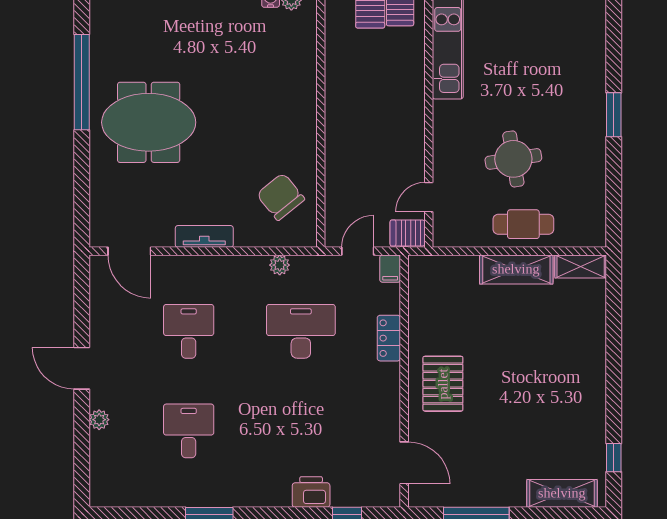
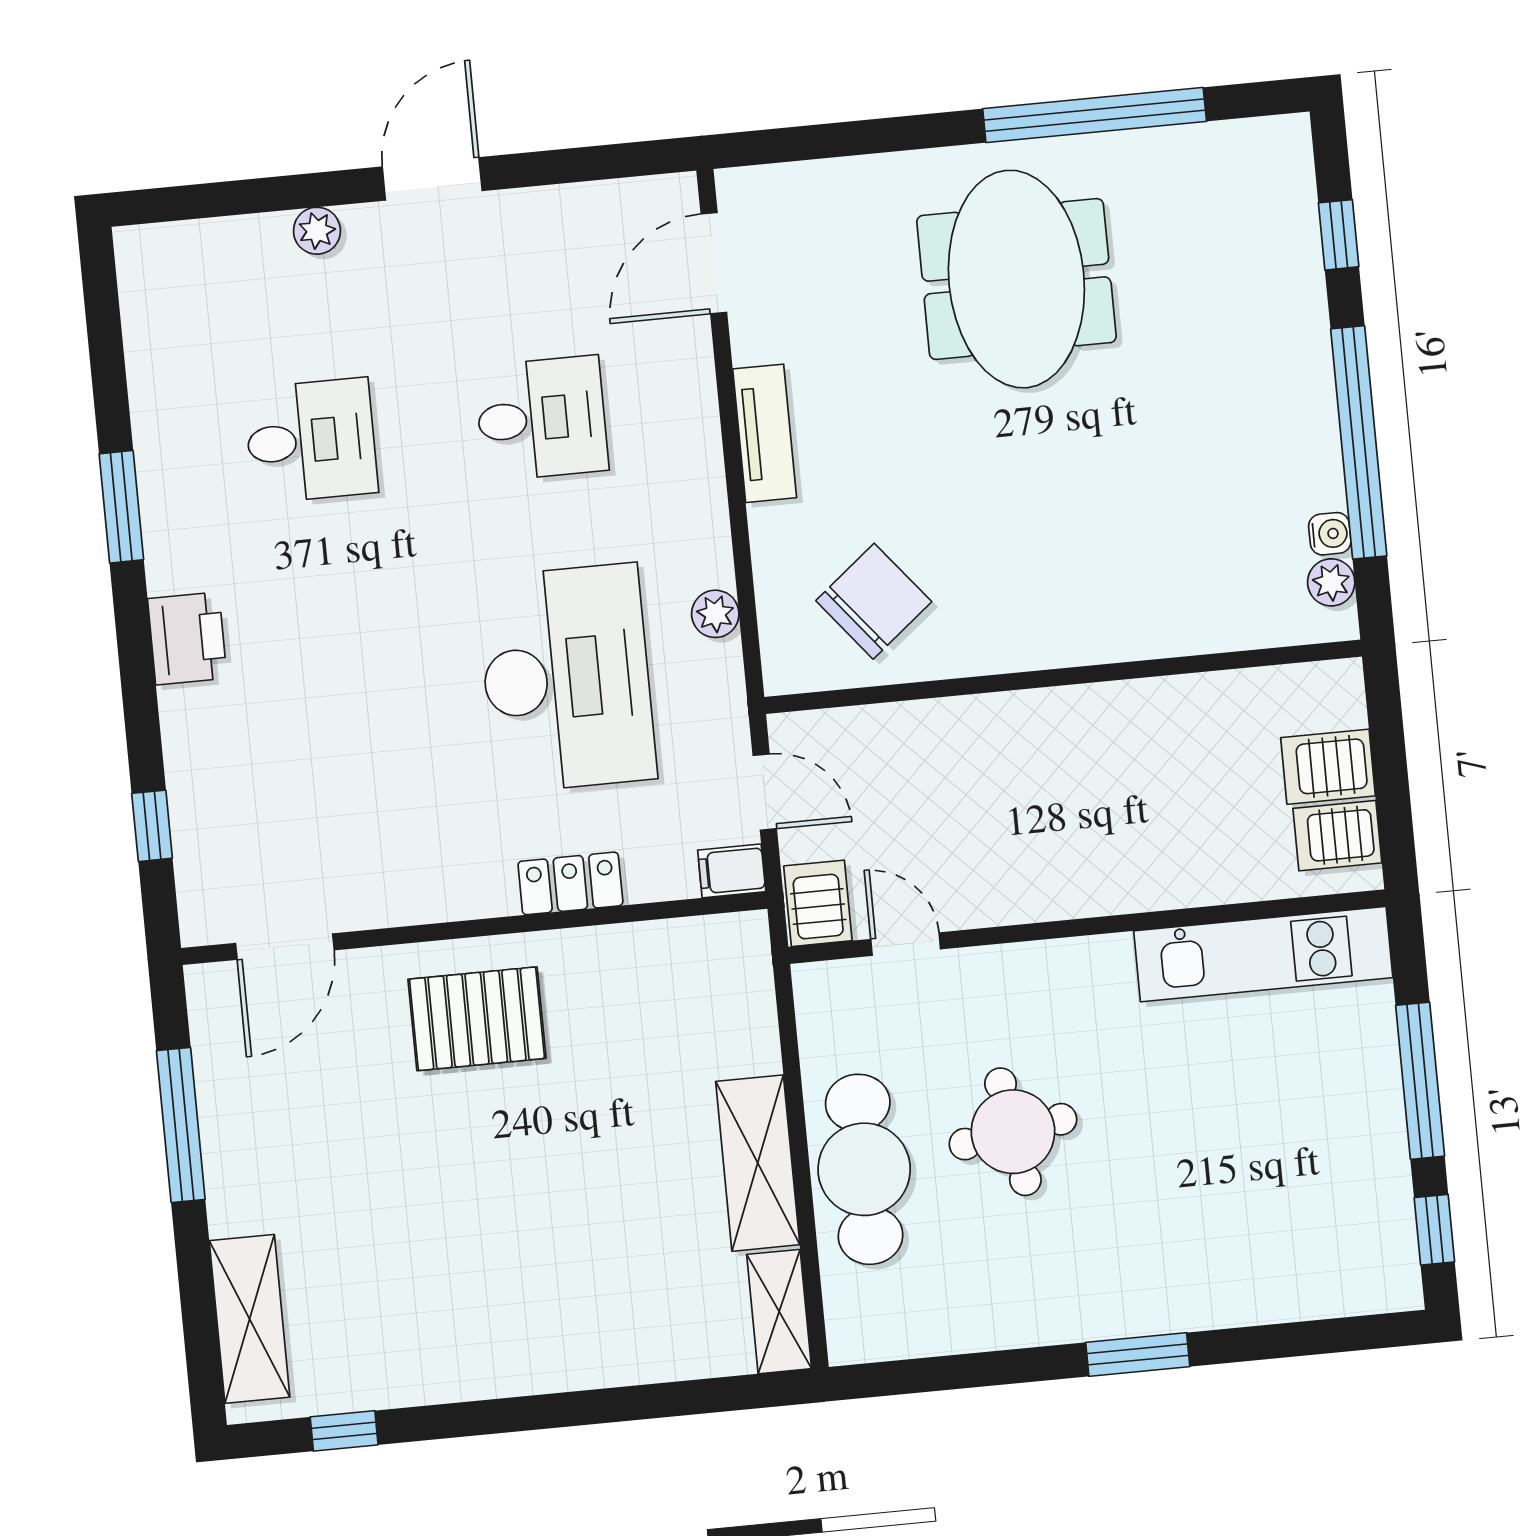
cafe table: (523, 224) -> (864, 1169), width x1.37, depth x1.35
desk: (301, 331) -> (566, 678), width x1.36, depth x1.30
printer: (311, 492) -> (187, 638), moved

